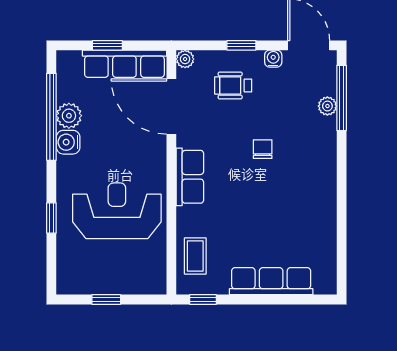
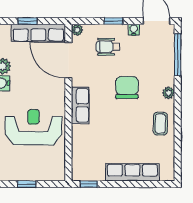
plant: (327, 106) -> (169, 93), moved
chair: (263, 149) -> (127, 88), width x1.87, depth x1.87
coffee table: (195, 256) -> (160, 124), moved

